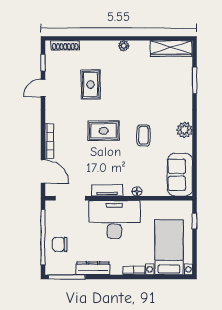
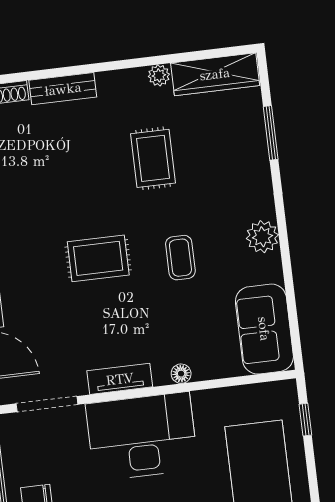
plant: (124, 46) -> (159, 75), moved
bench: (96, 47) -> (63, 89), added
rug: (91, 85) -> (153, 158), moved

